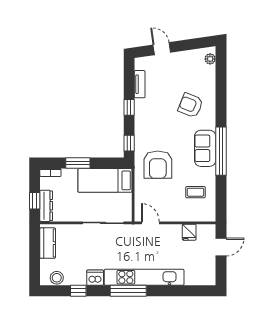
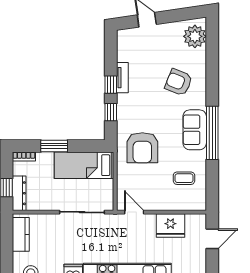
plant: (210, 59) -> (195, 36), width x1.88, depth x1.88
tv unit: (140, 84) -> (122, 78), moved
window: (129, 143) -> (111, 112), moved
fridge: (189, 232) -> (170, 225), width x1.88, depth x1.34

